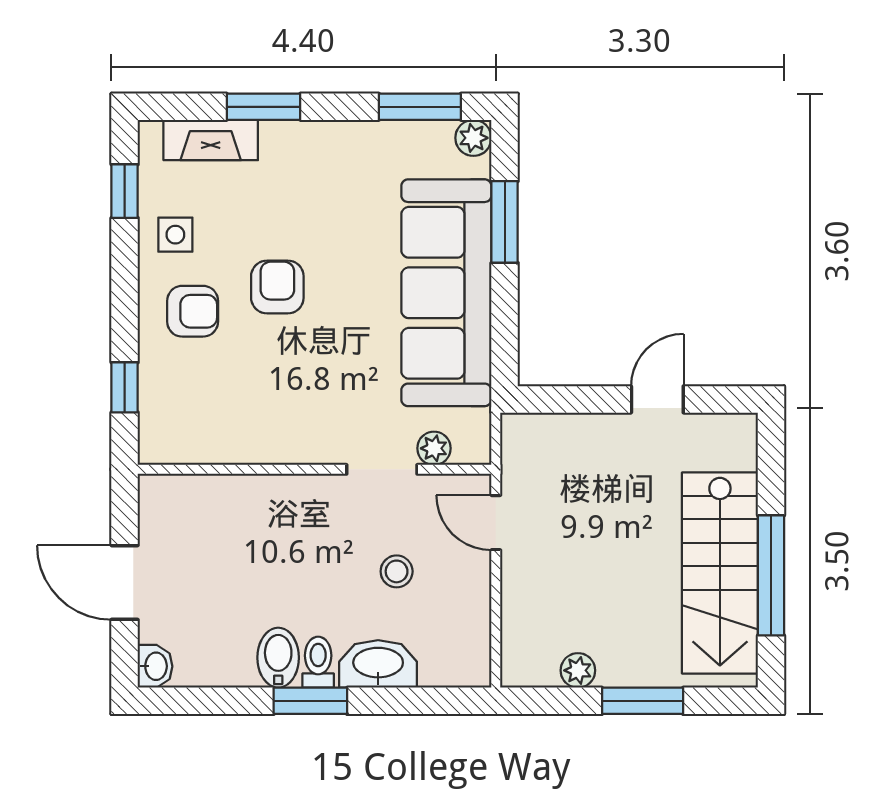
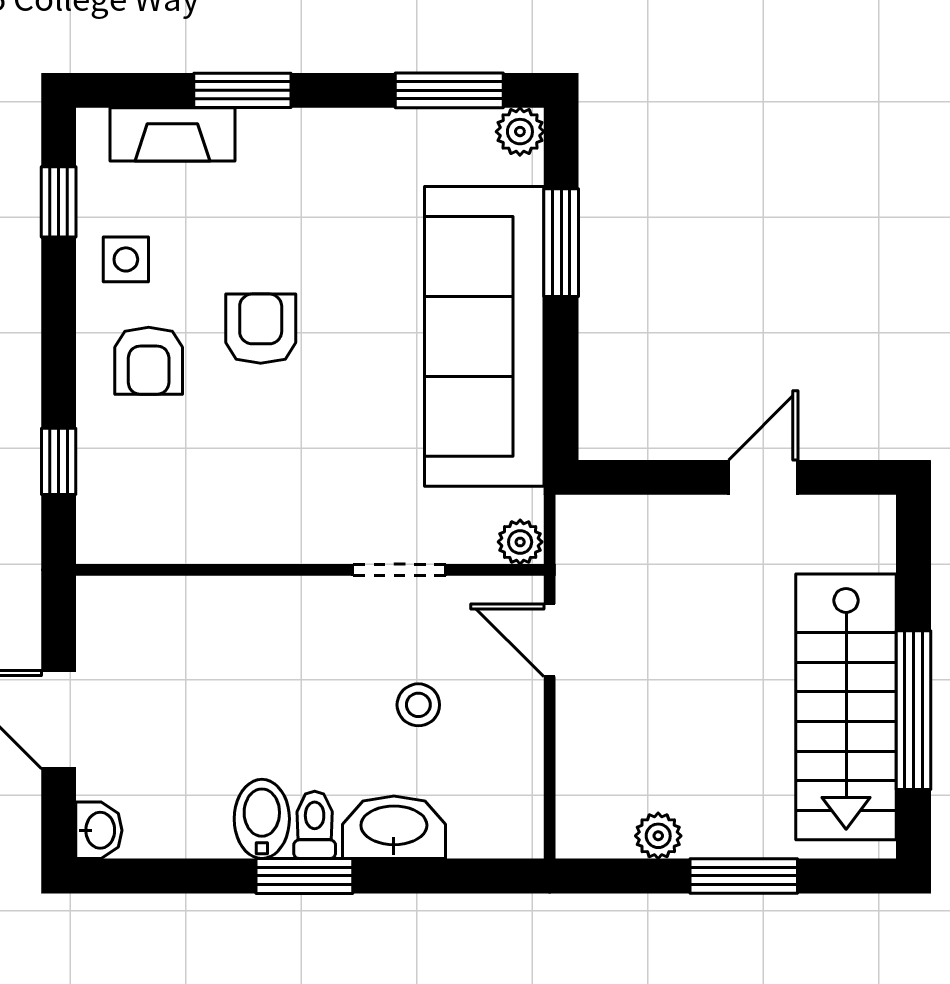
armchair: (193, 311) -> (149, 361), turned 90
plant: (434, 448) -> (520, 542), moved

